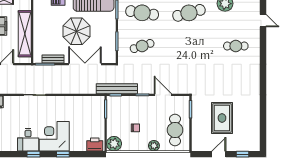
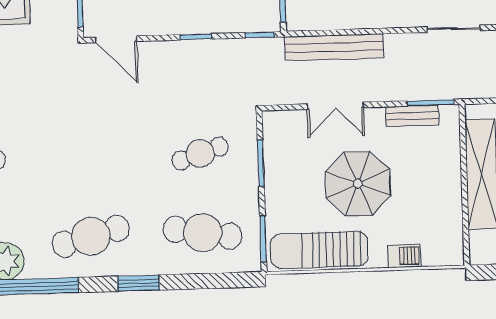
double door: (85, 64) -> (335, 106), width x0.73
bench: (117, 89) -> (334, 47), moved
door: (163, 95) -> (116, 39), moved

